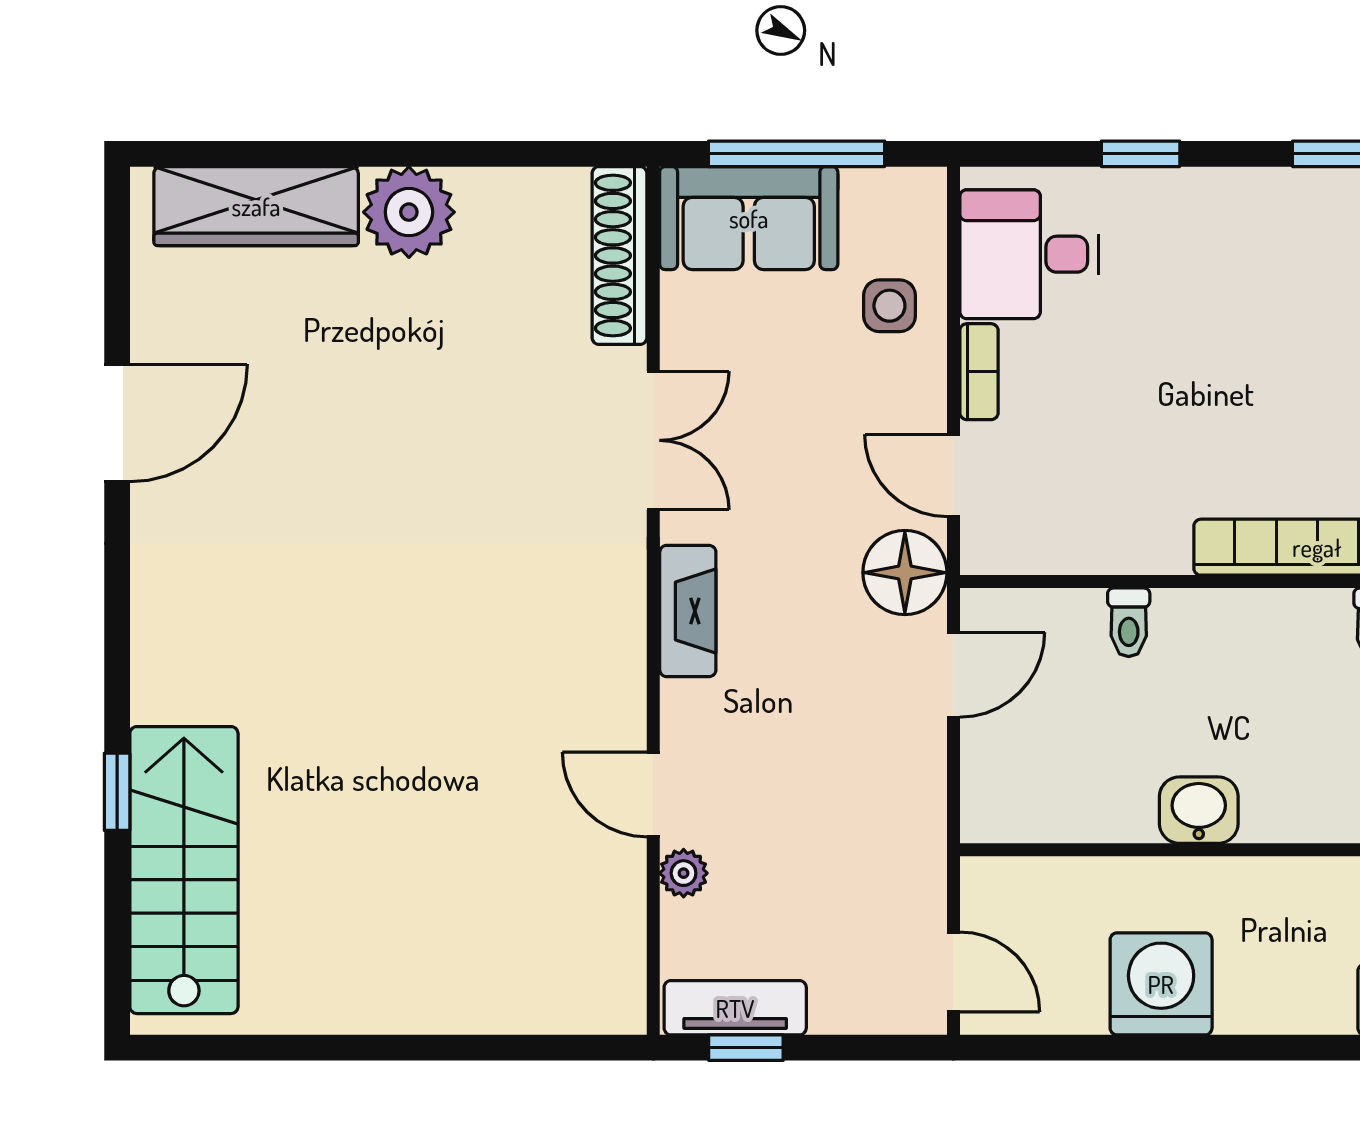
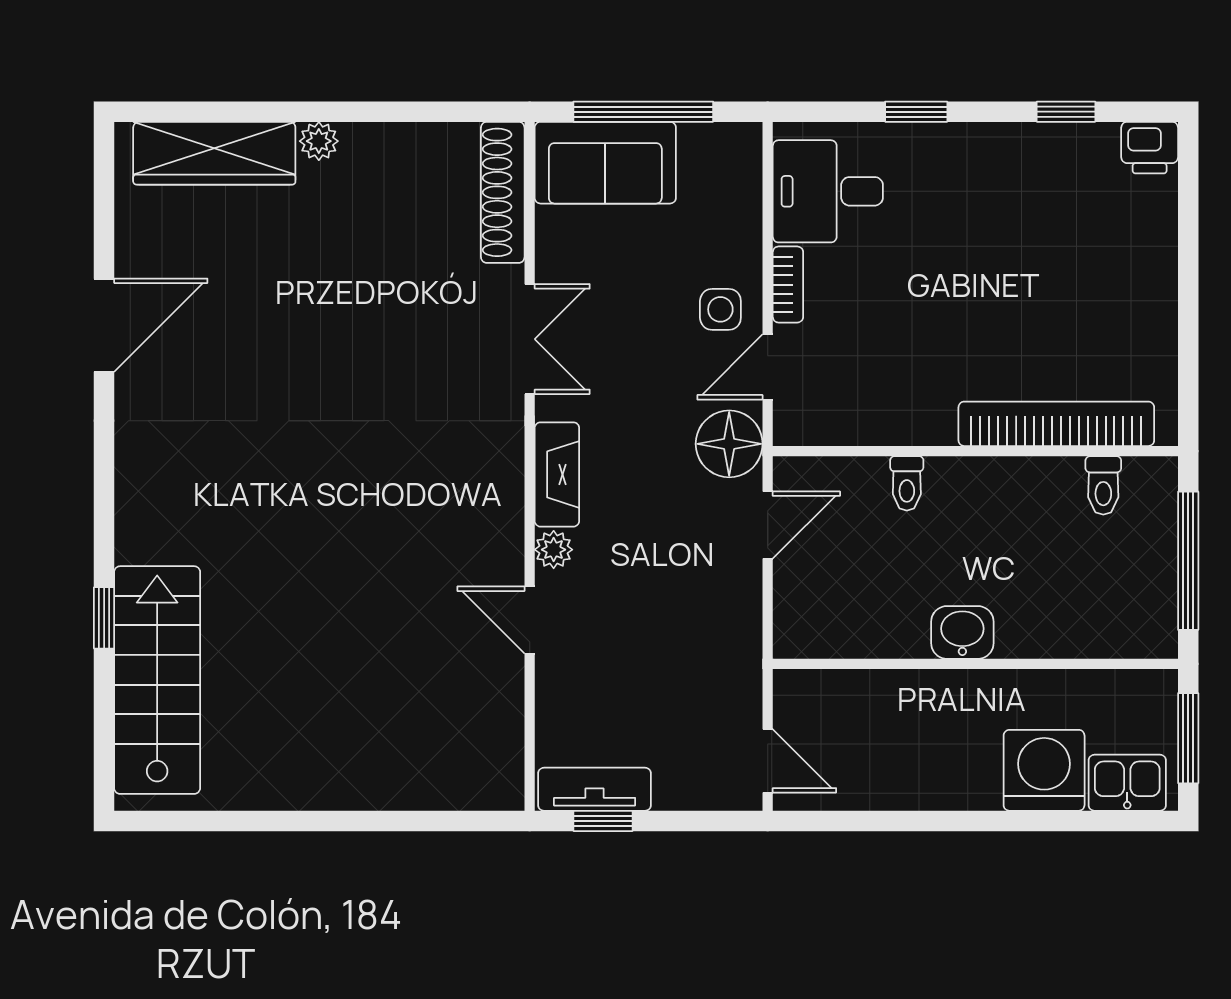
plant: (409, 212) -> (319, 141), width x0.53, depth x0.53
side table: (889, 306) -> (720, 309), moved
door: (953, 475) -> (768, 367), hinge flipped
plant: (684, 873) -> (554, 550), moved
washing machine: (1161, 984) -> (1044, 770), moved

